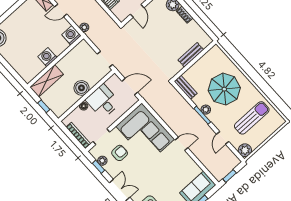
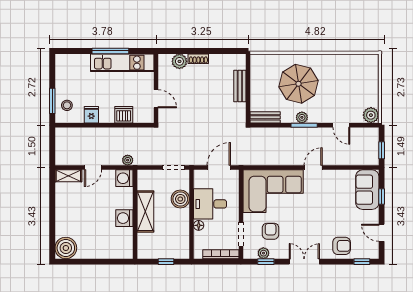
shelving: (47, 81) -> (145, 211), moved
boiler: (81, 88) -> (180, 199), moved
sun lounger: (252, 118) -> (347, 82), removed

